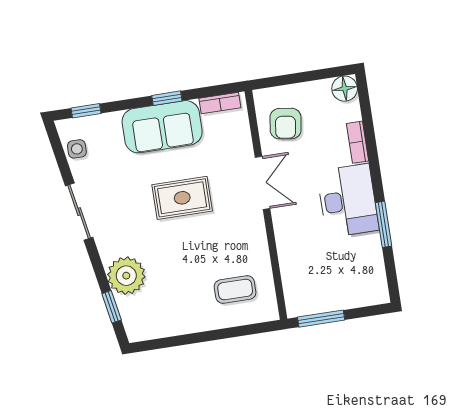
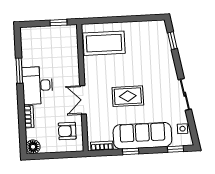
armchair: (286, 124) -> (67, 131), turned -98
sofa: (162, 127) -> (142, 136), width x1.36
plant: (126, 276) -> (163, 57), removed
coffee table: (235, 289) -> (104, 43), width x1.86, depth x1.72
window: (321, 319) -> (59, 23), width x0.67

